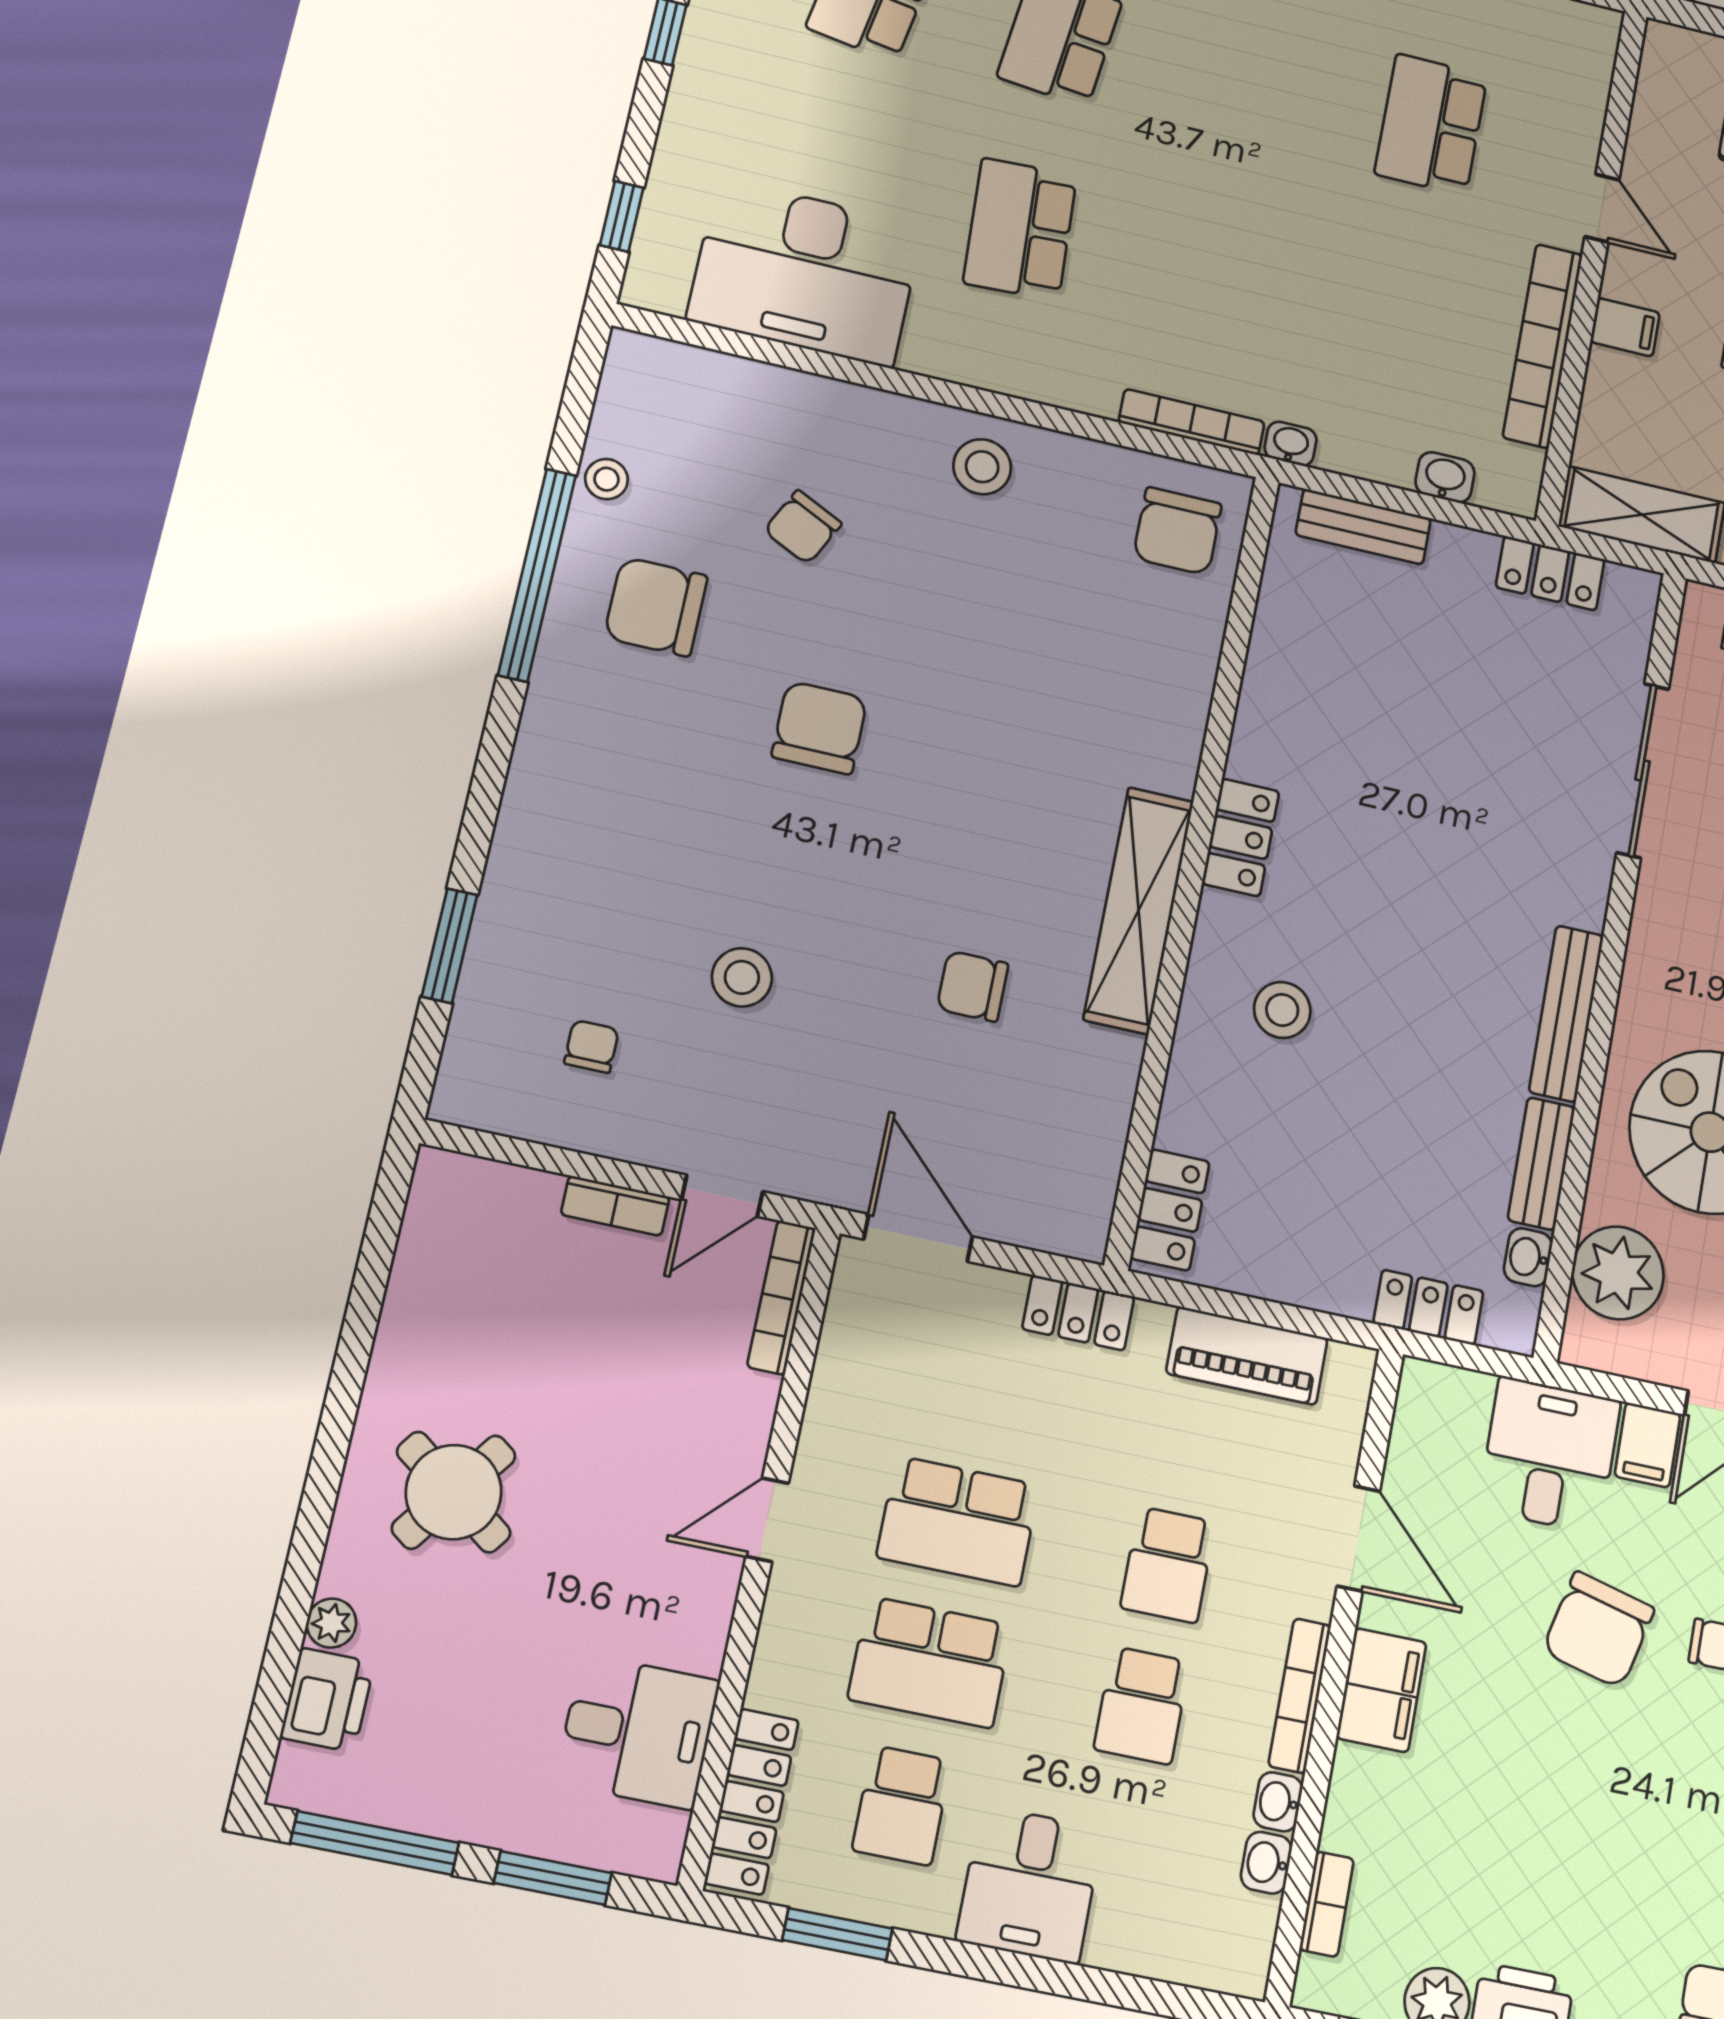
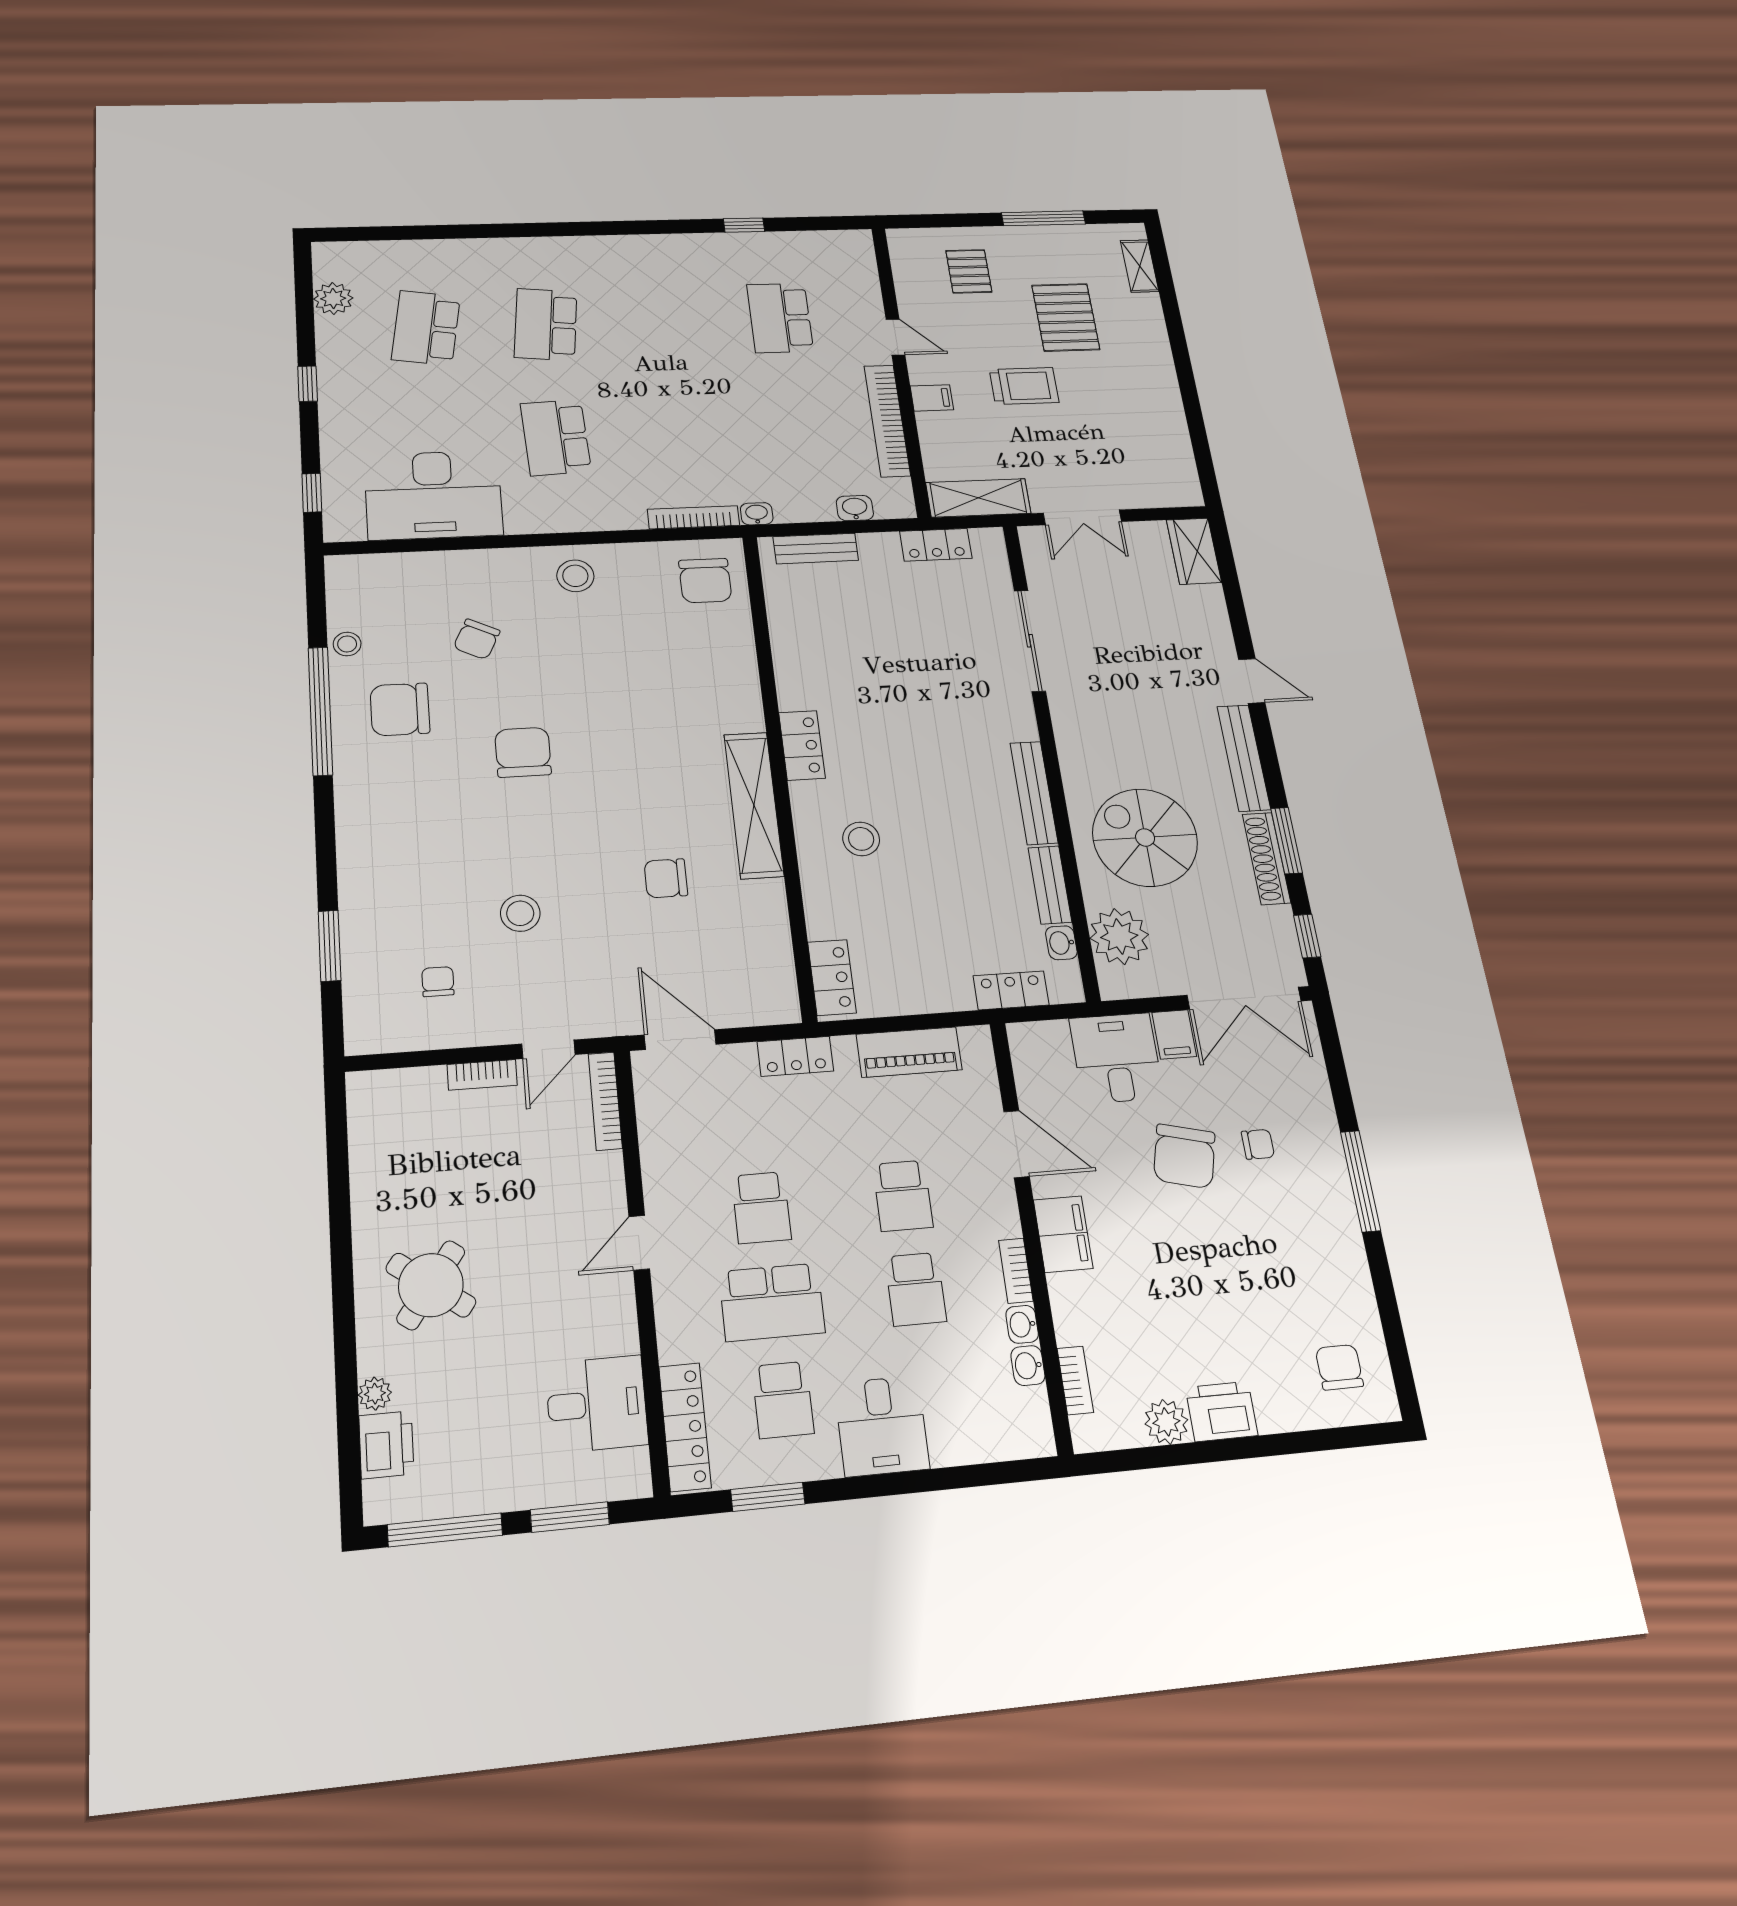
school desk: (958, 1521) -> (761, 1208), width x0.54
bookcase: (1300, 1696) -> (1016, 1271), width x0.64

